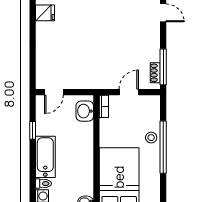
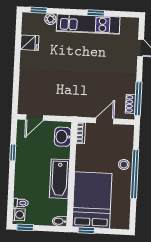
bathtub: (45, 157) -> (60, 179), moved, turned 180

